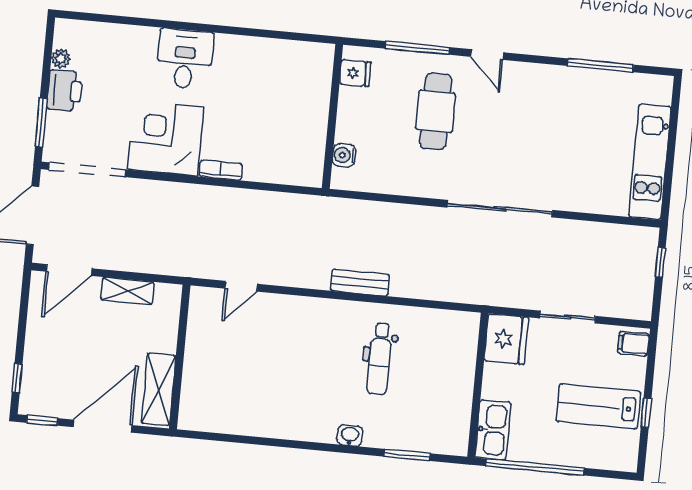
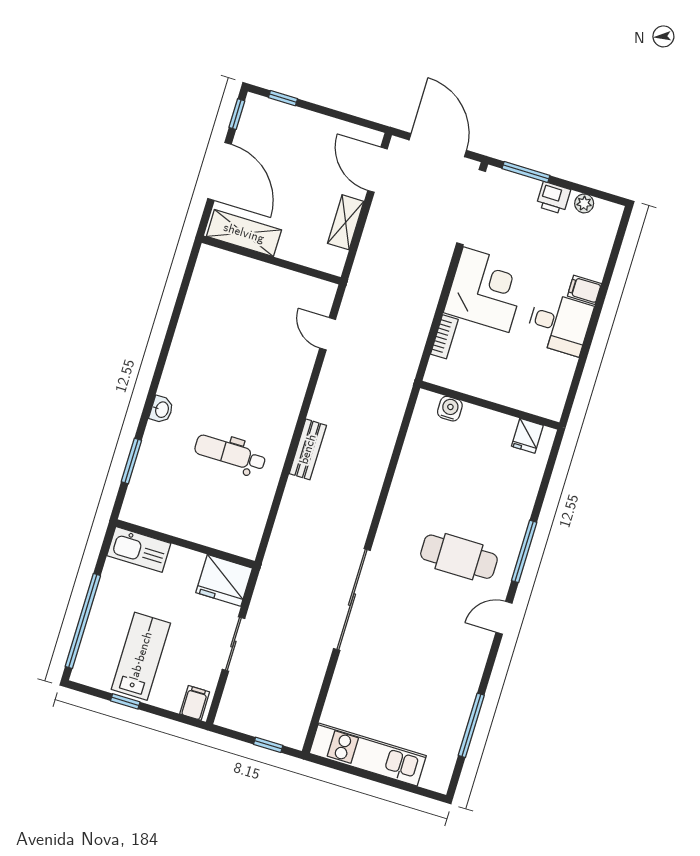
filing cabinet: (146, 41) -> (584, 290), added
fridge: (355, 73) -> (527, 436), moved
printer: (65, 91) -> (553, 198), width x0.73, depth x0.81
wall: (332, 116) -> (490, 405), moved
water cooler: (344, 155) -> (450, 409), moved
window: (535, 467) -> (83, 621), moved

